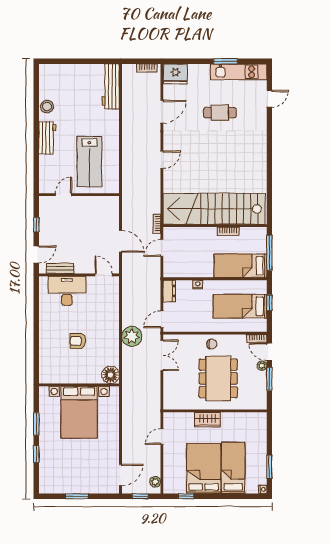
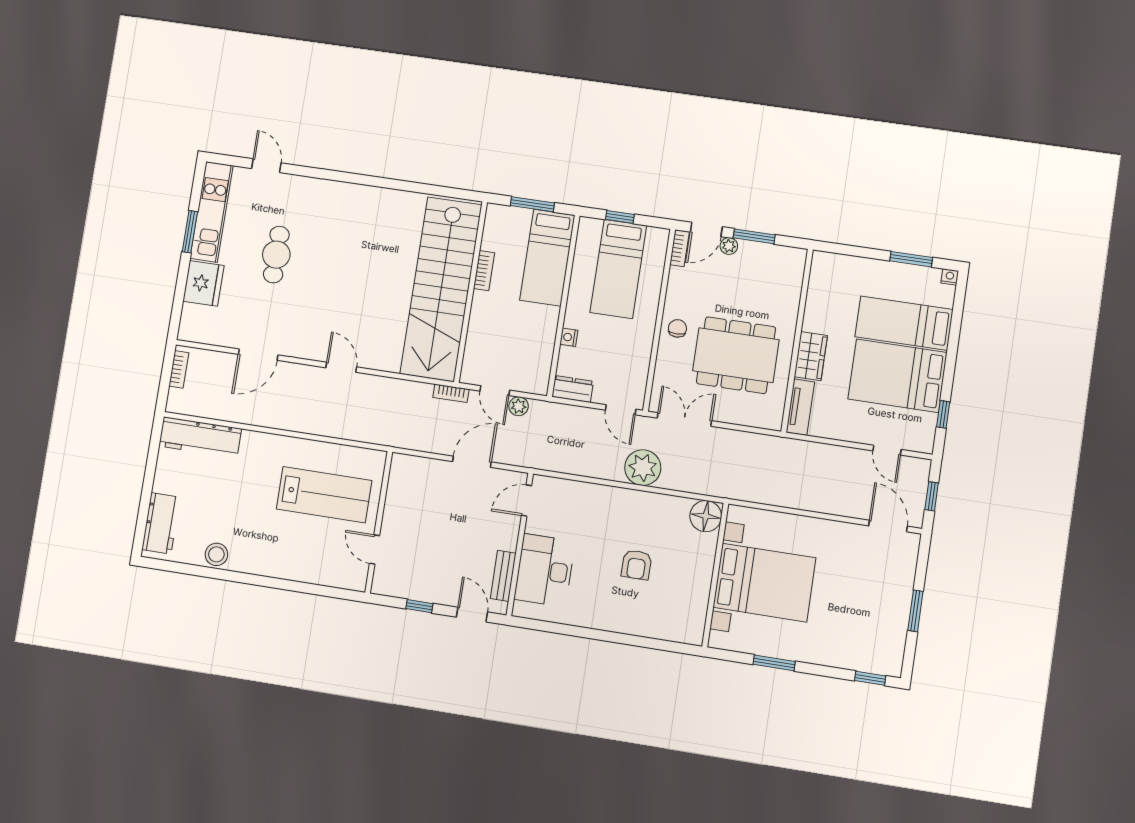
fridge: (175, 74) -> (203, 283), moved
door: (162, 112) -> (258, 355), swing flipped
workbench: (47, 138) -> (161, 523), moved, turned 90
window: (269, 253) -> (532, 204), width x0.69
dining table: (218, 378) -> (736, 355), moved
tv unit: (178, 418) -> (800, 407), added
door: (162, 437) -> (887, 450), moved
window: (36, 454) -> (870, 678), moved
plant: (155, 482) -> (519, 406), moved

